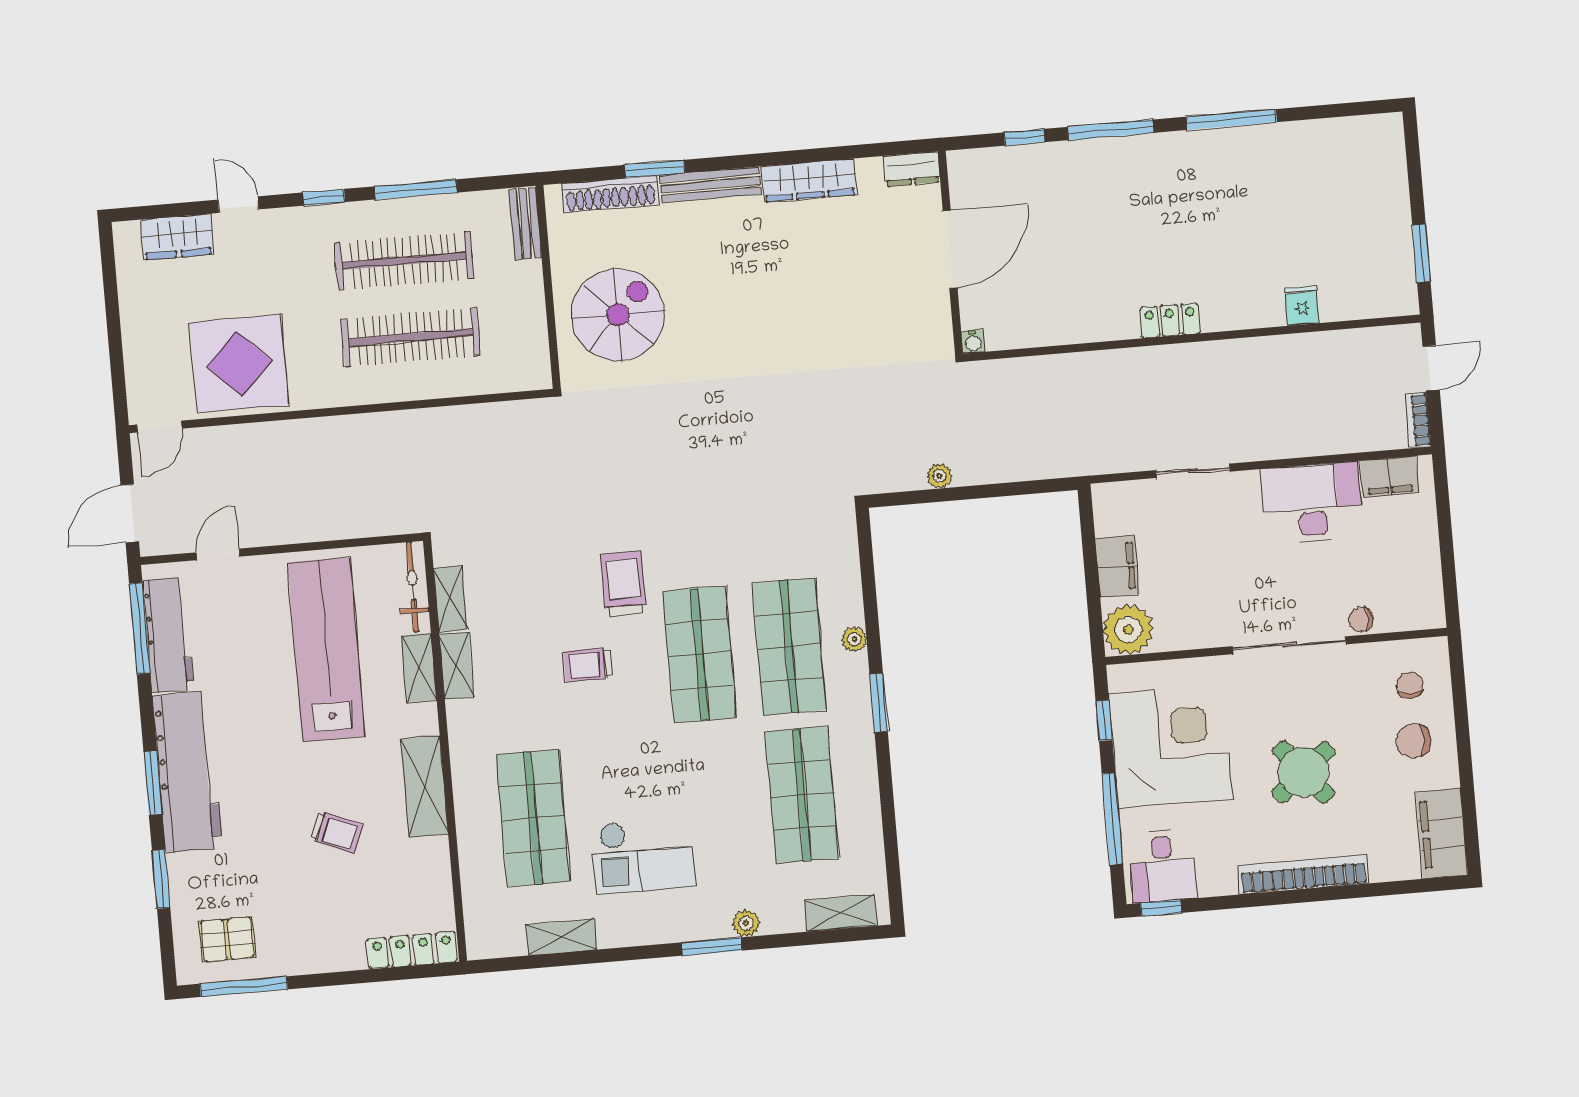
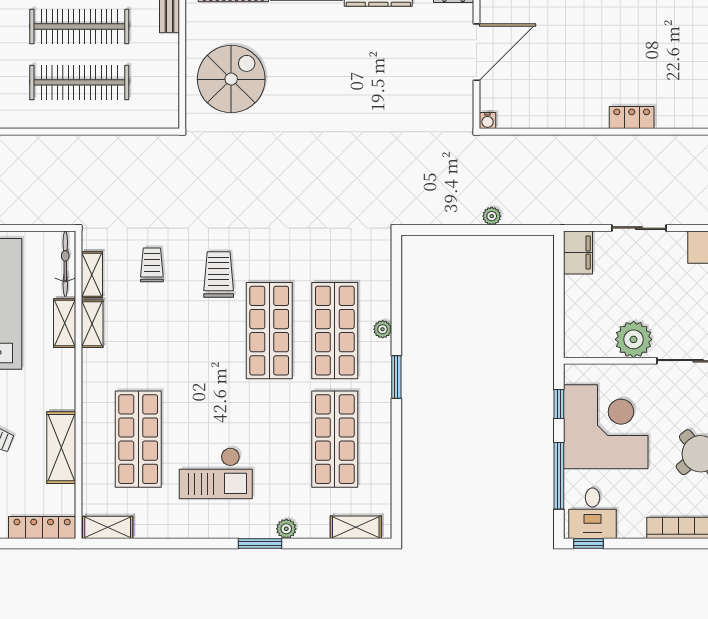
plant: (939, 476) -> (492, 216), moved
filing cabinet: (1117, 566) -> (578, 253), moved
plant: (1128, 630) -> (634, 339), moved
trolley: (588, 665) -> (152, 265), moved, turned 90
shelving: (424, 786) -> (61, 448), moved
shelving: (561, 937) -> (108, 527), moved

